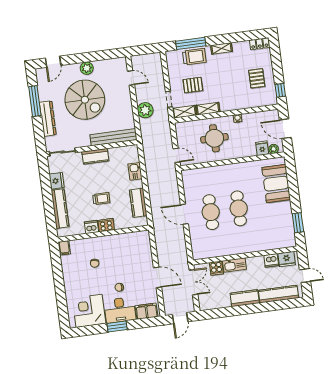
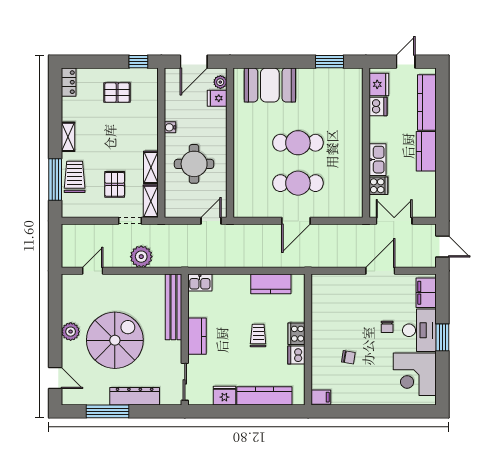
kitchen sink: (135, 171) -> (200, 283), moved

